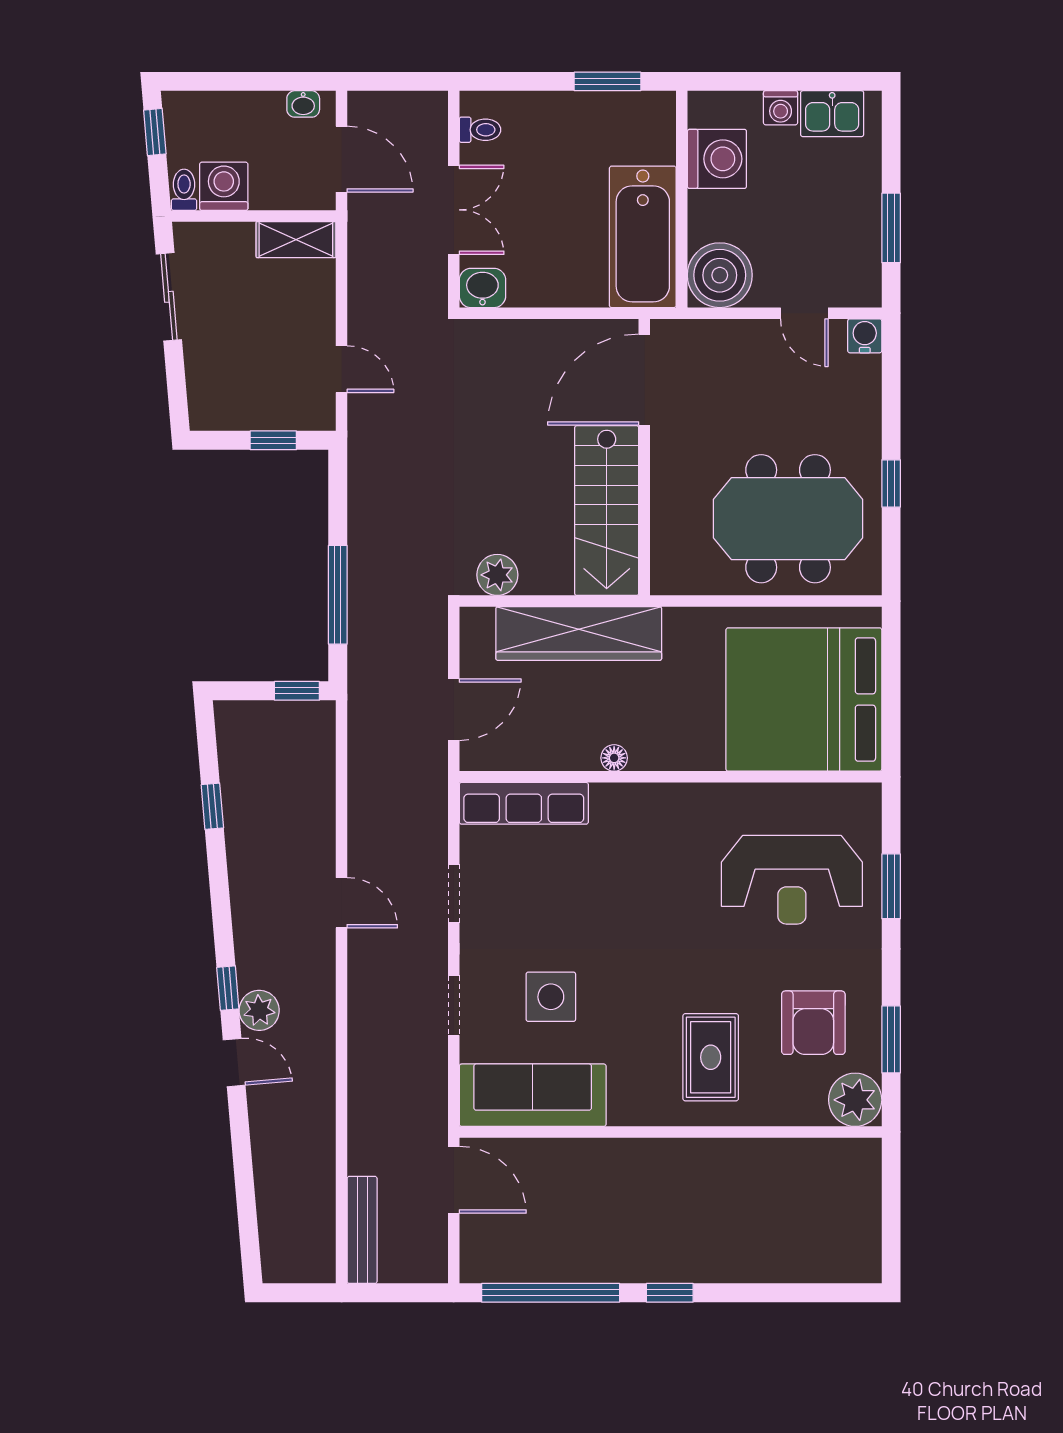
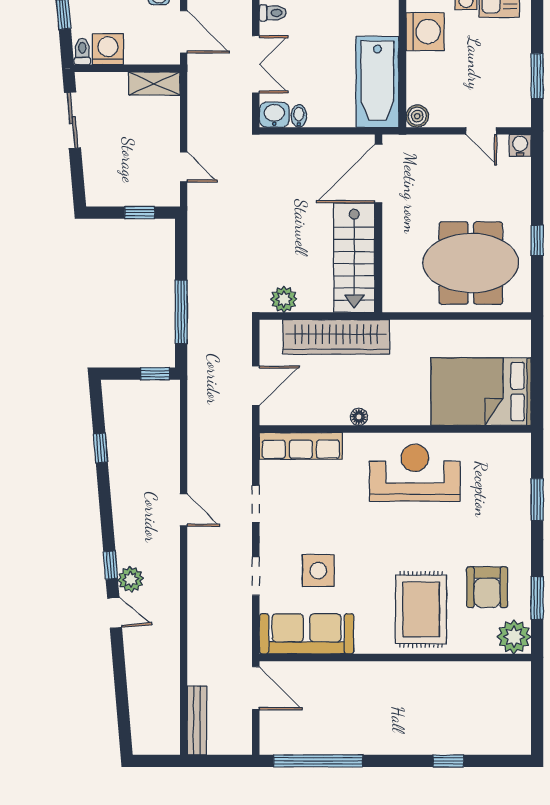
boiler: (720, 275) -> (417, 116), width x0.54, depth x0.54
bidet: (521, 290) -> (299, 116), added
bed: (804, 700) -> (481, 392), width x0.73
reception desk: (792, 880) -> (415, 473), moved, turned 180
rug: (711, 1057) -> (421, 609), width x1.36, depth x1.43
window: (670, 1293) -> (448, 761), moved

